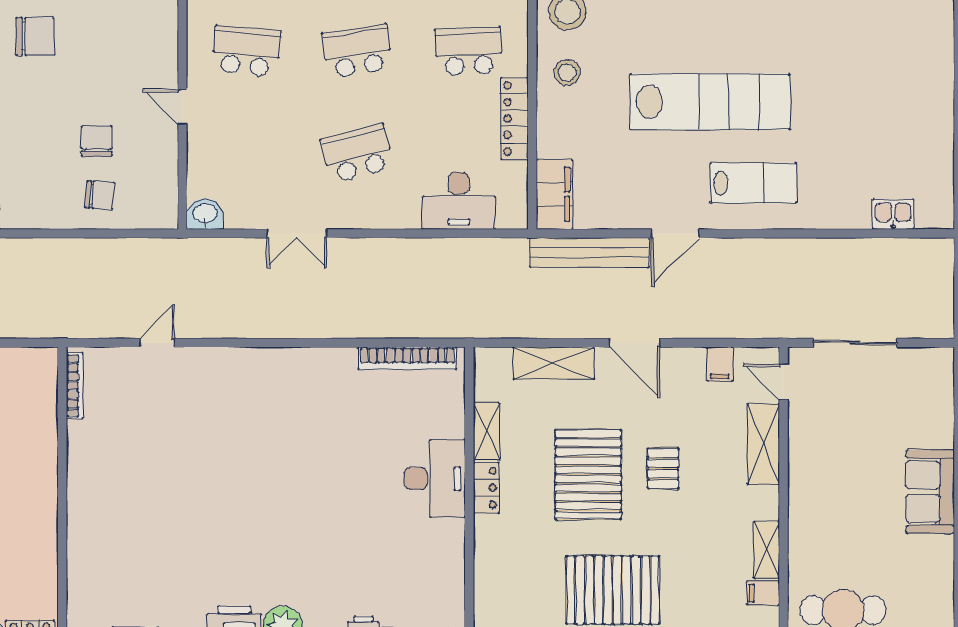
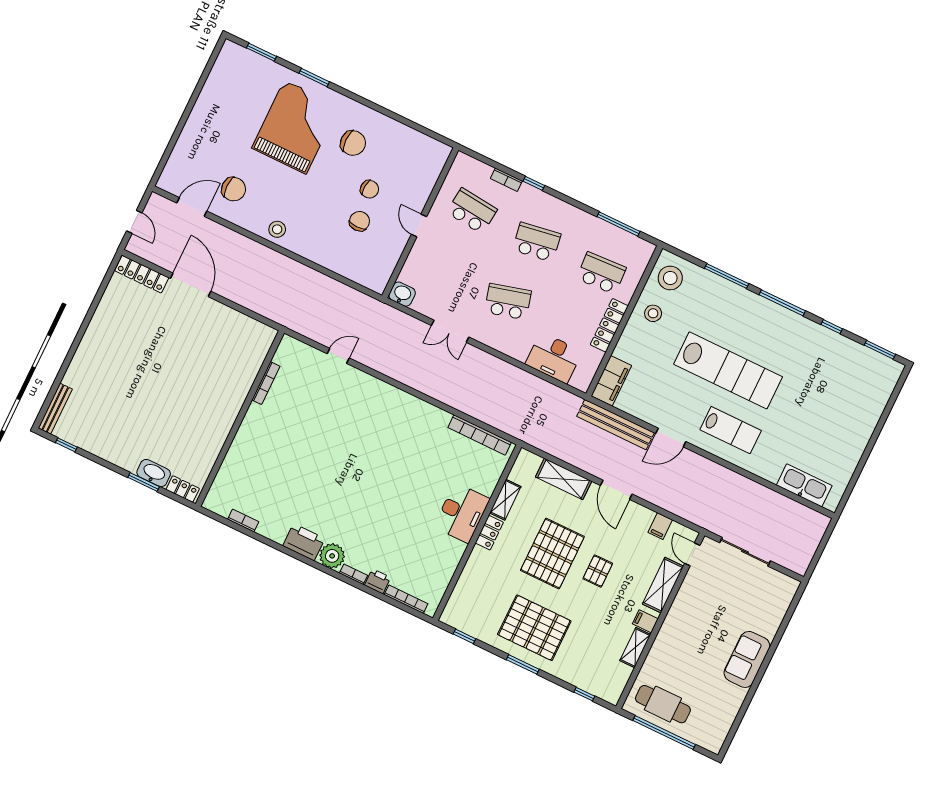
chair: (100, 195) -> (369, 189), moved
kitchen sink: (893, 214) -> (804, 485), width x1.88, depth x1.24
bookcase: (75, 386) -> (266, 383), moved
filing cabinet: (763, 593) -> (645, 621), moved

